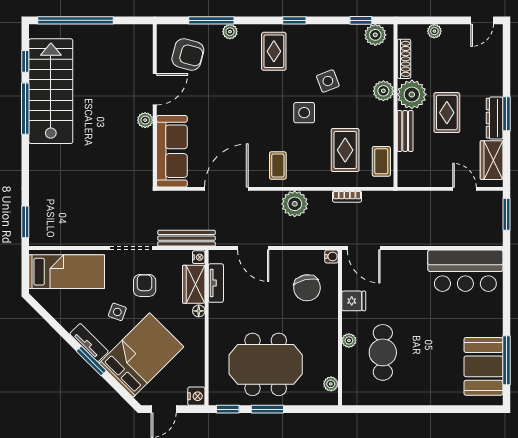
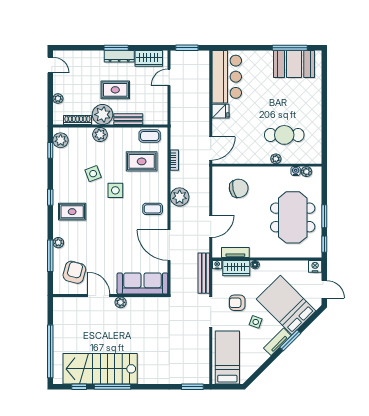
water cooler: (332, 256) -> (296, 171), moved
fridge: (354, 301) -> (220, 111), moved, turned 90

